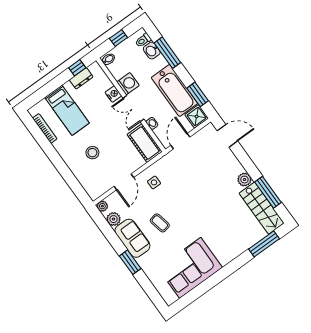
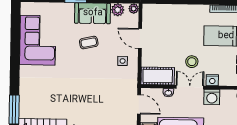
stool: (92, 153) -> (192, 62), moved

